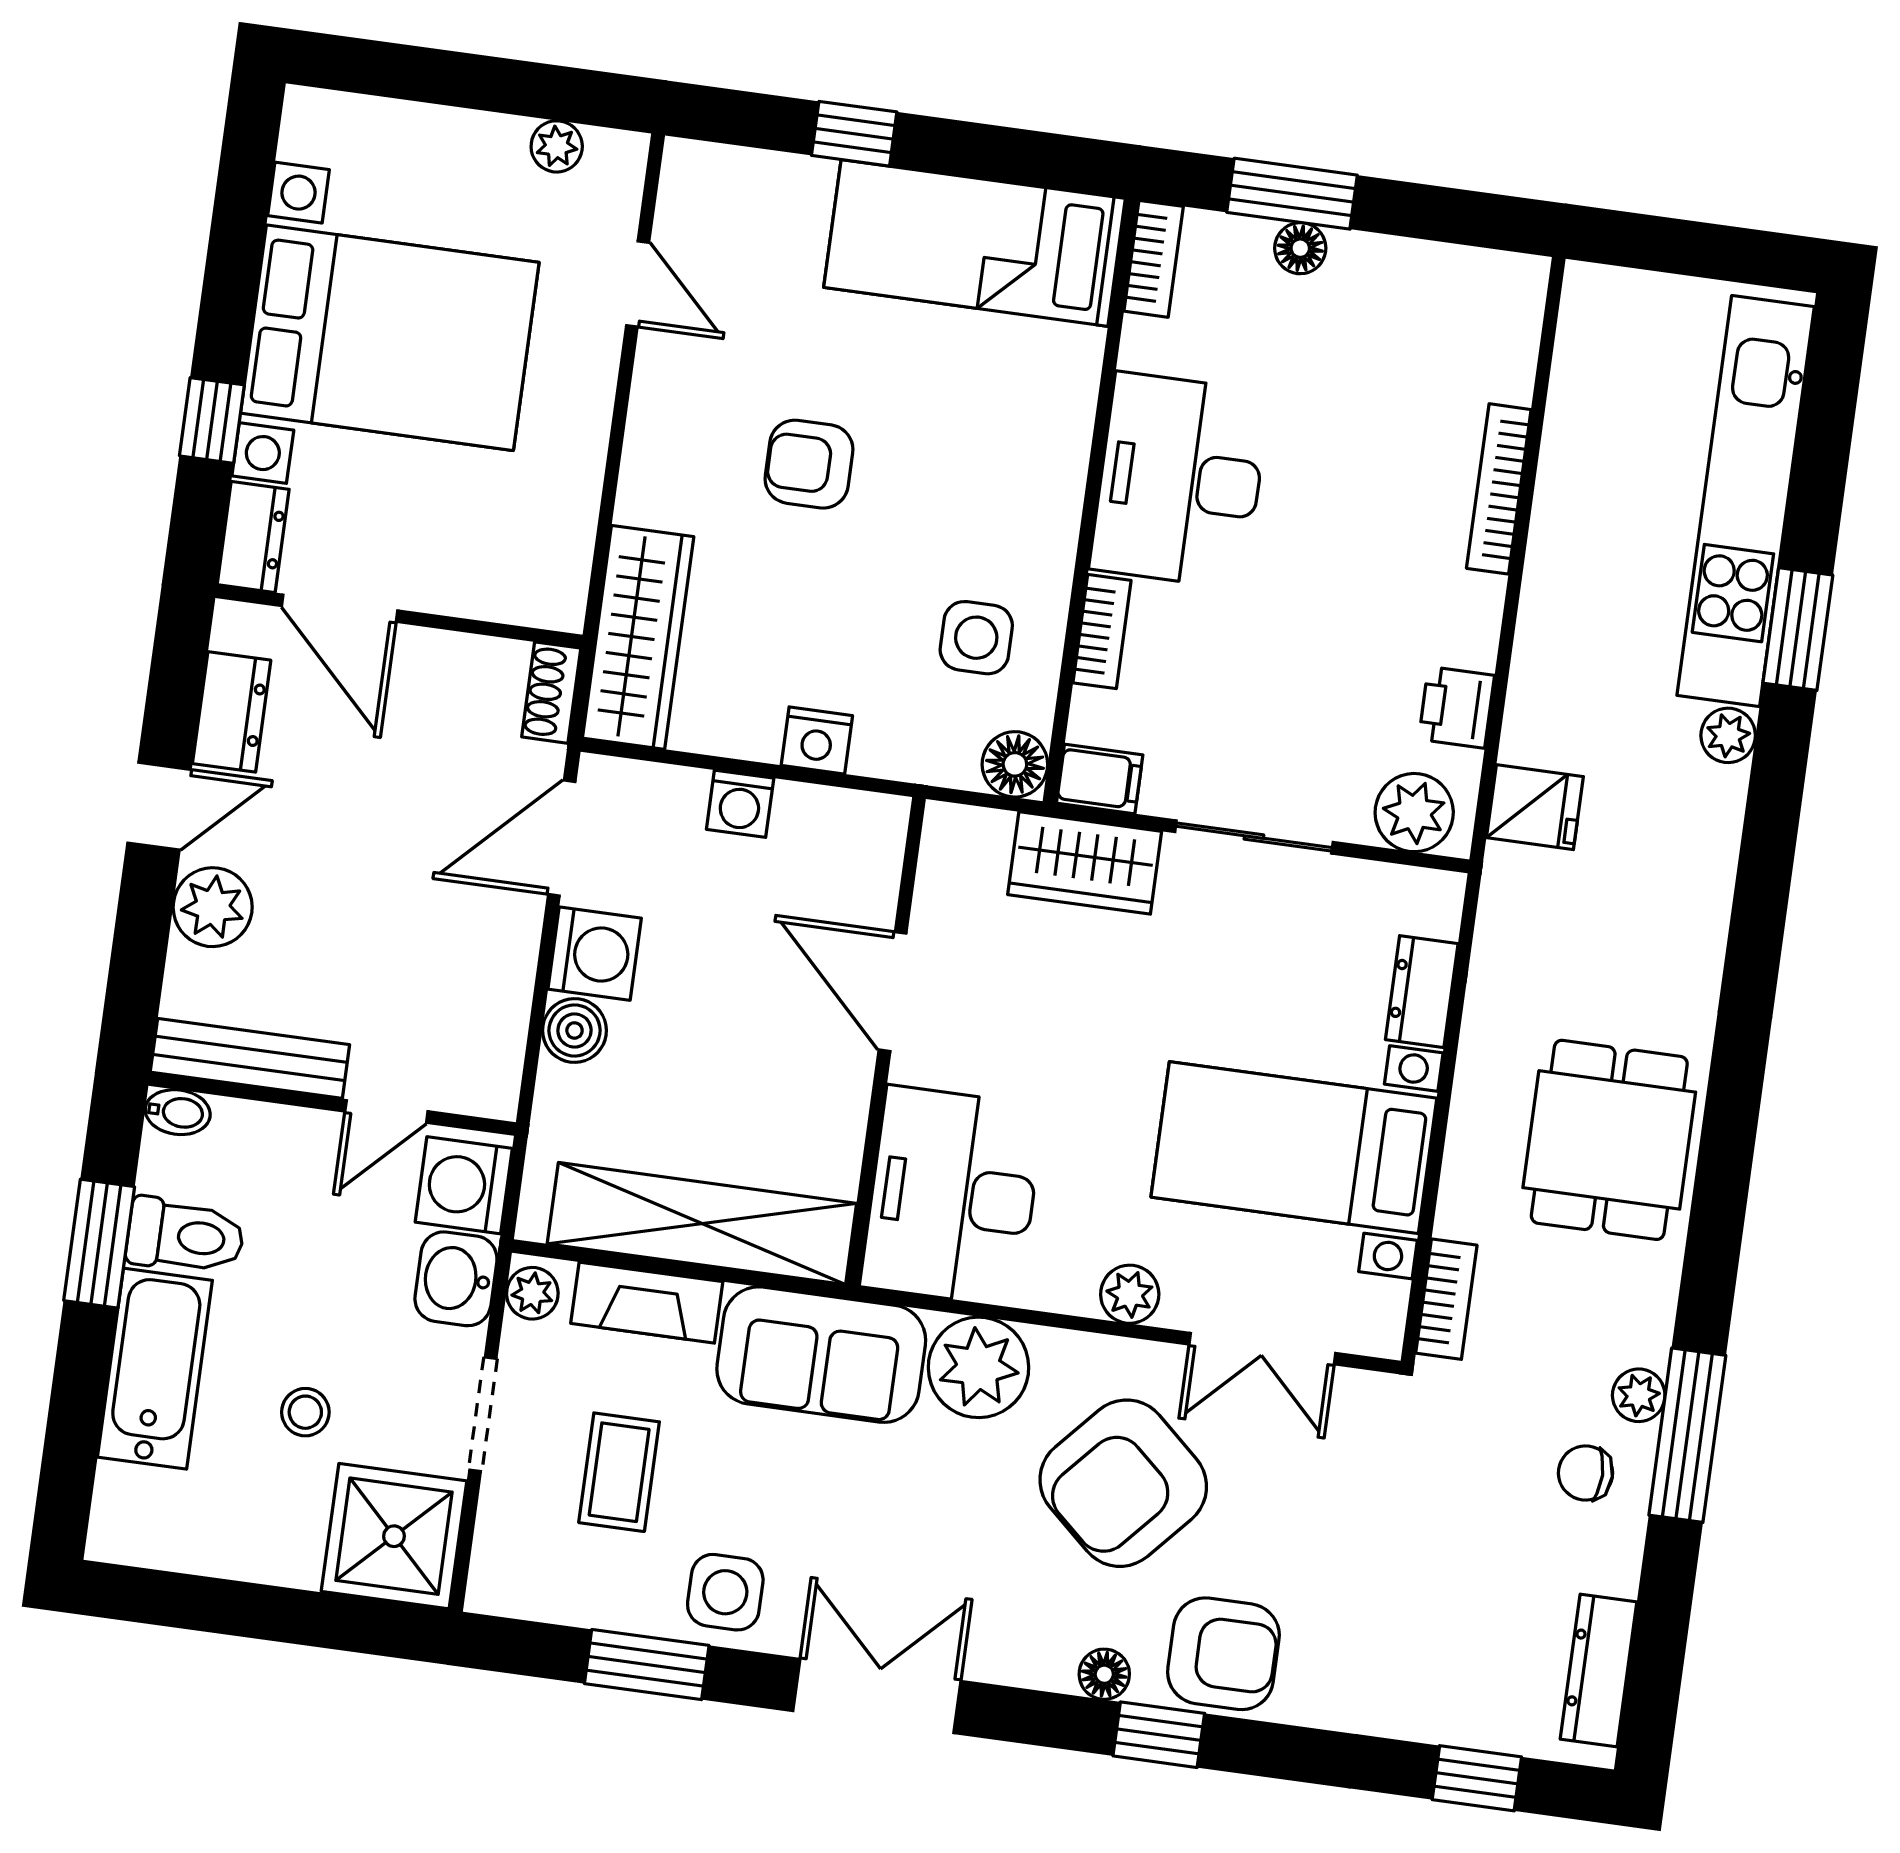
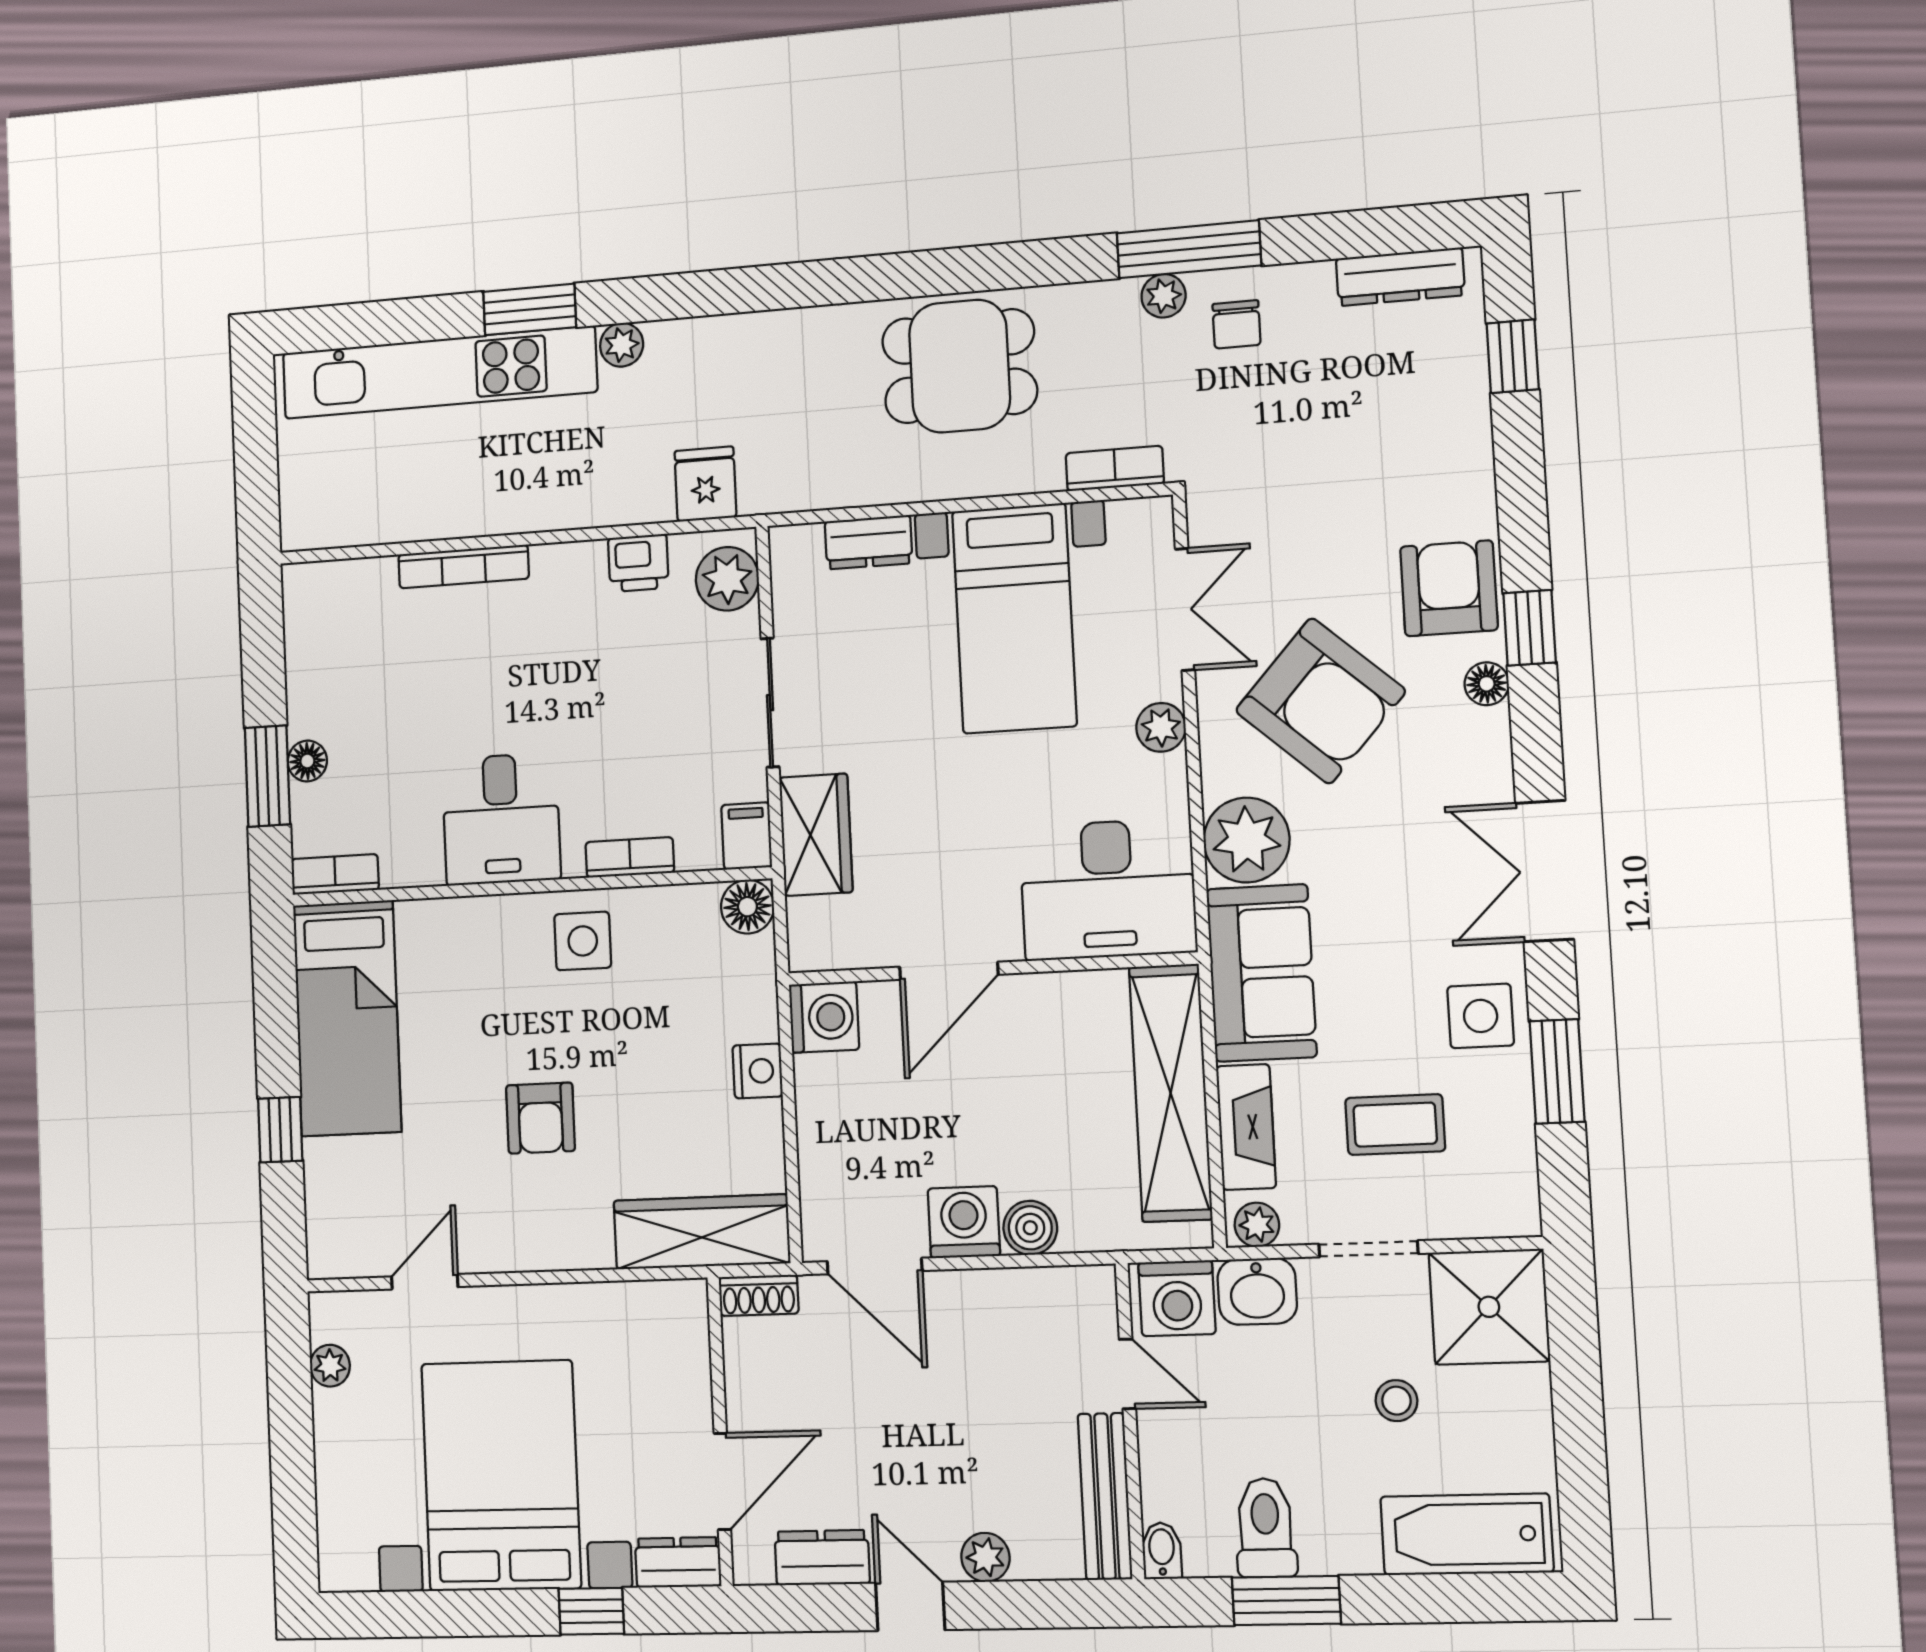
desk: (1180, 480) -> (501, 819), width x0.73
side table: (976, 638) -> (583, 941), moved
washing machine: (740, 804) -> (824, 1017), moved, width x1.38, depth x1.38
plant: (213, 907) -> (985, 1557), width x0.73, depth x0.73
bathtub: (155, 1369) -> (1467, 1534), moved

